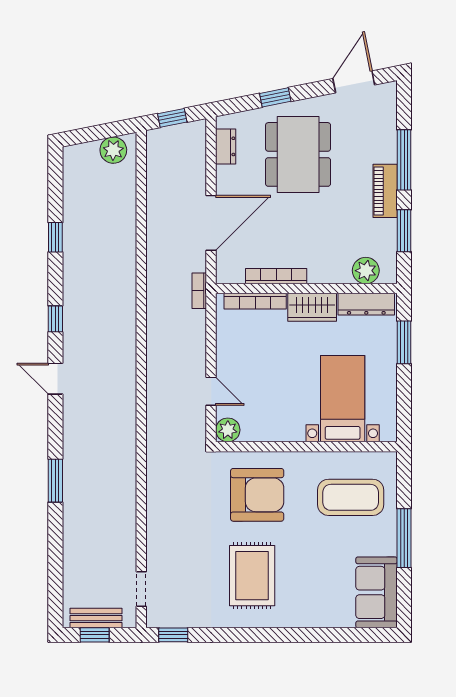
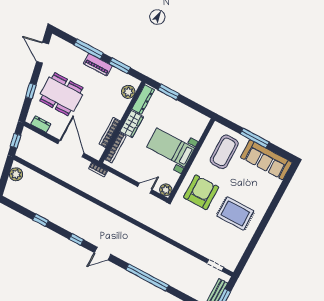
bed with nightstands: (343, 399) -> (171, 148), moved
window: (55, 481) -> (147, 277), width x2.11
sofa: (376, 592) -> (266, 160), width x1.36
window: (173, 635) -> (243, 262), removed

